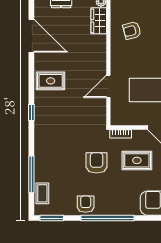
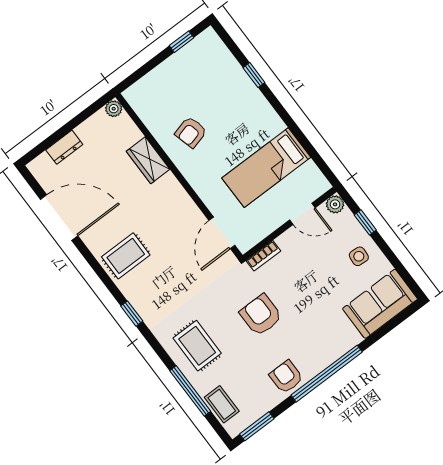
wardrobe: (99, 21) -> (148, 160), moved
armchair: (132, 30) -> (191, 132), moved
door: (108, 86) -> (222, 233), moved
rug: (137, 160) -> (197, 346), moved, turned 90

